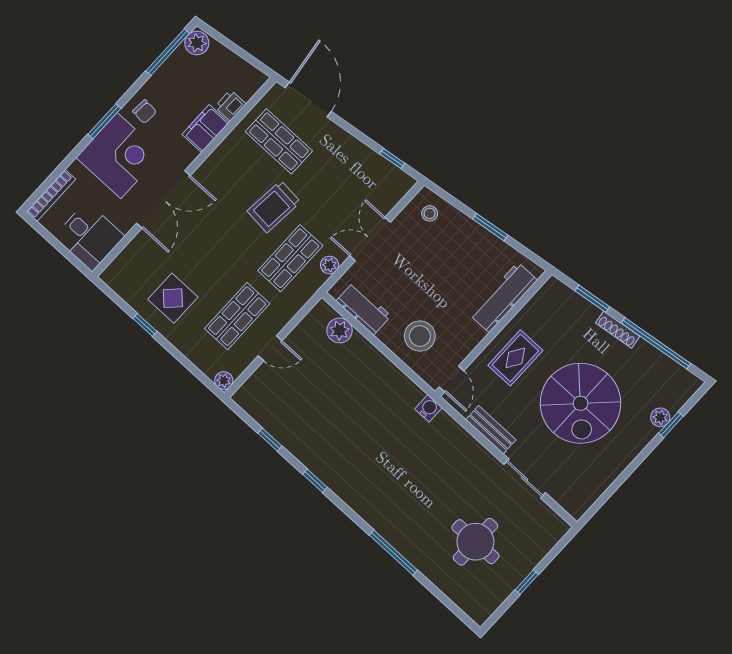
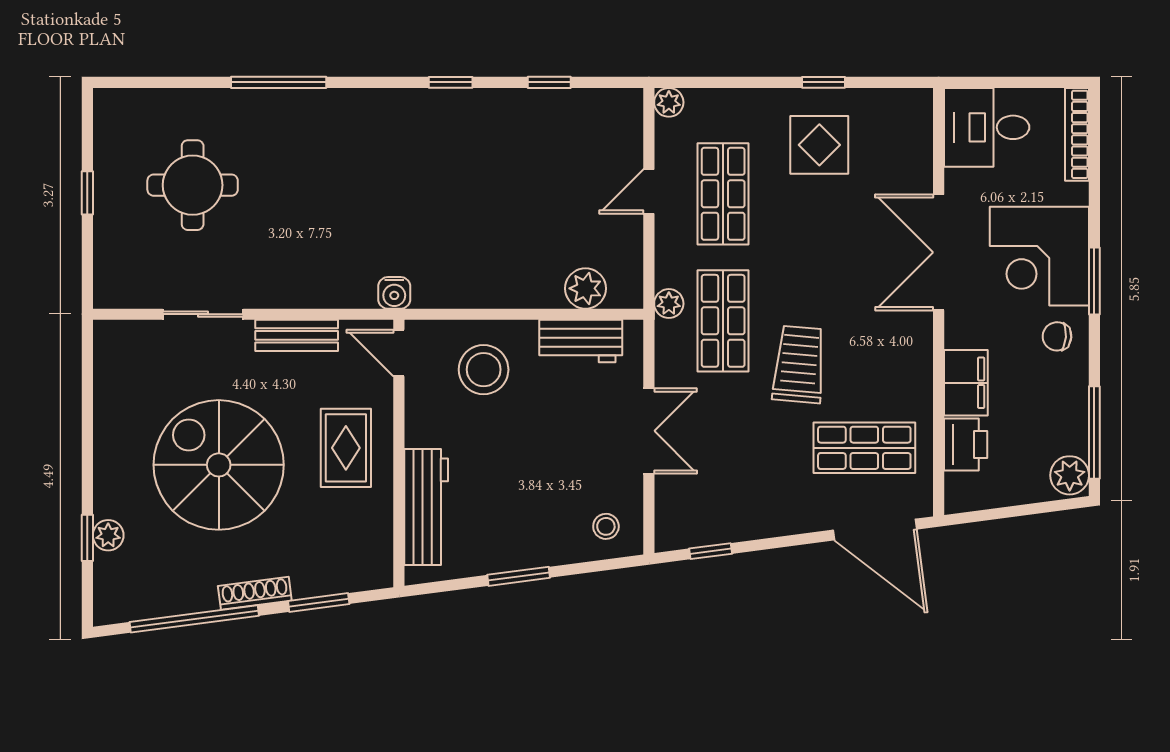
printer: (230, 105) -> (966, 445), width x1.36, depth x1.24
plant: (330, 265) -> (669, 304), moved

